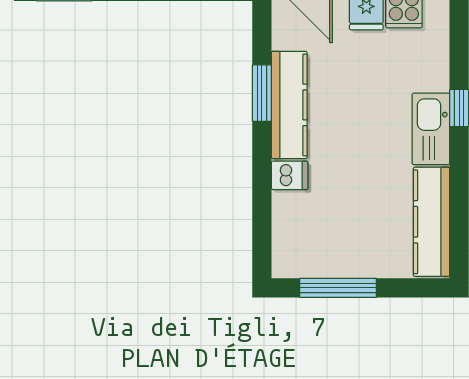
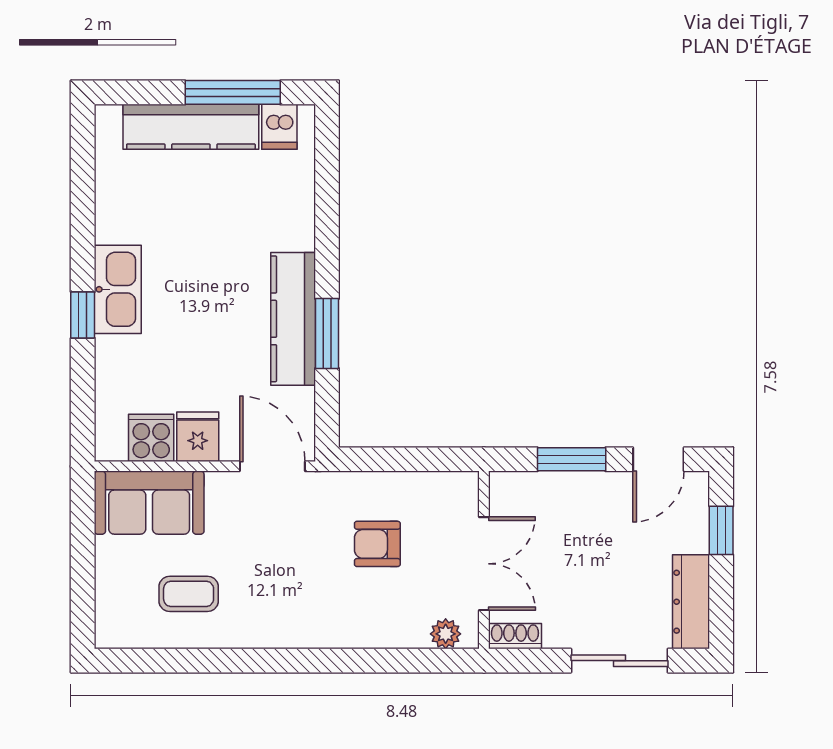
dishwasher: (290, 175) -> (279, 127), moved, turned -90
kitchen counter: (431, 222) -> (191, 127), moved, turned 90

